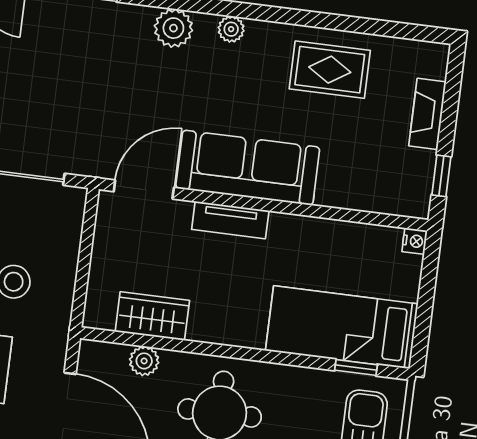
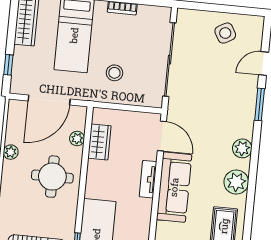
plant: (231, 29) -> (236, 182), width x1.88, depth x1.88

